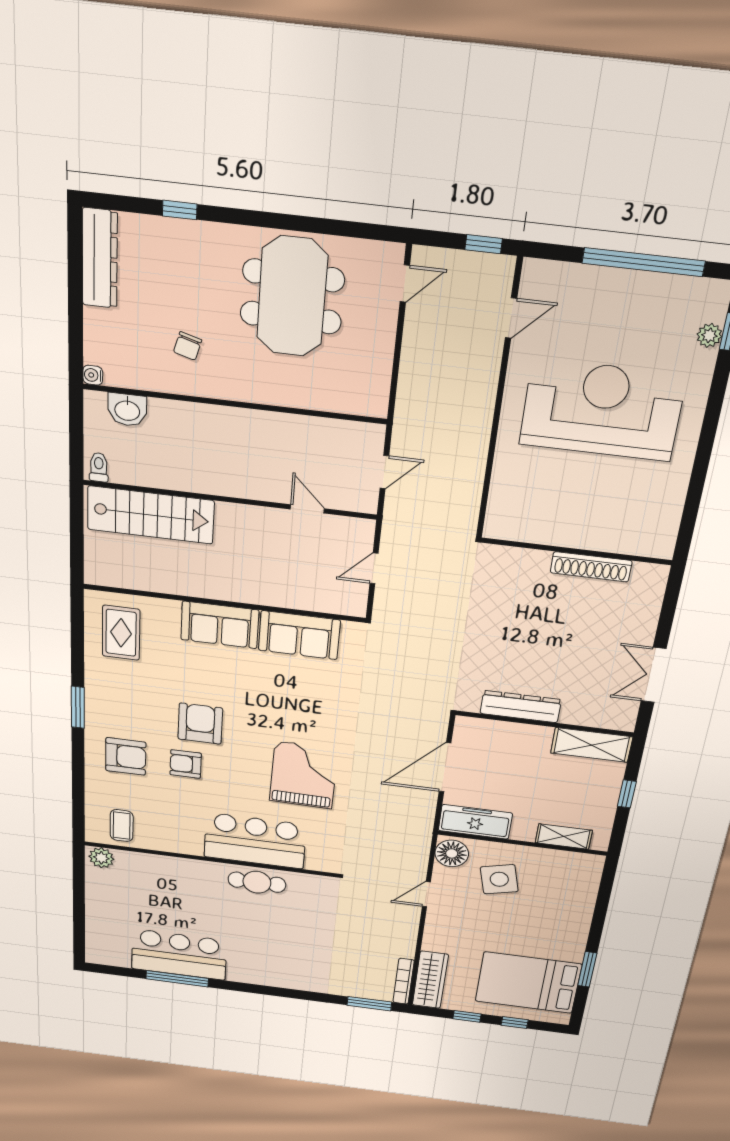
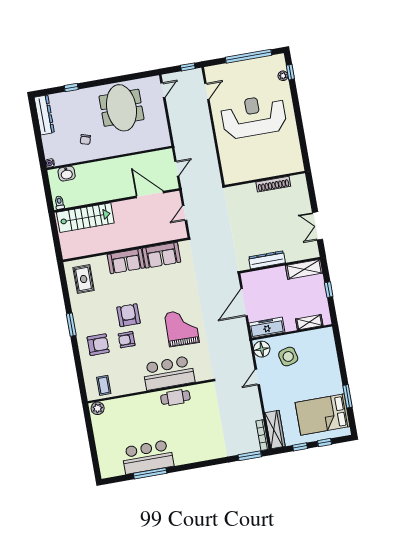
door: (307, 509) -> (150, 195), width x1.88

